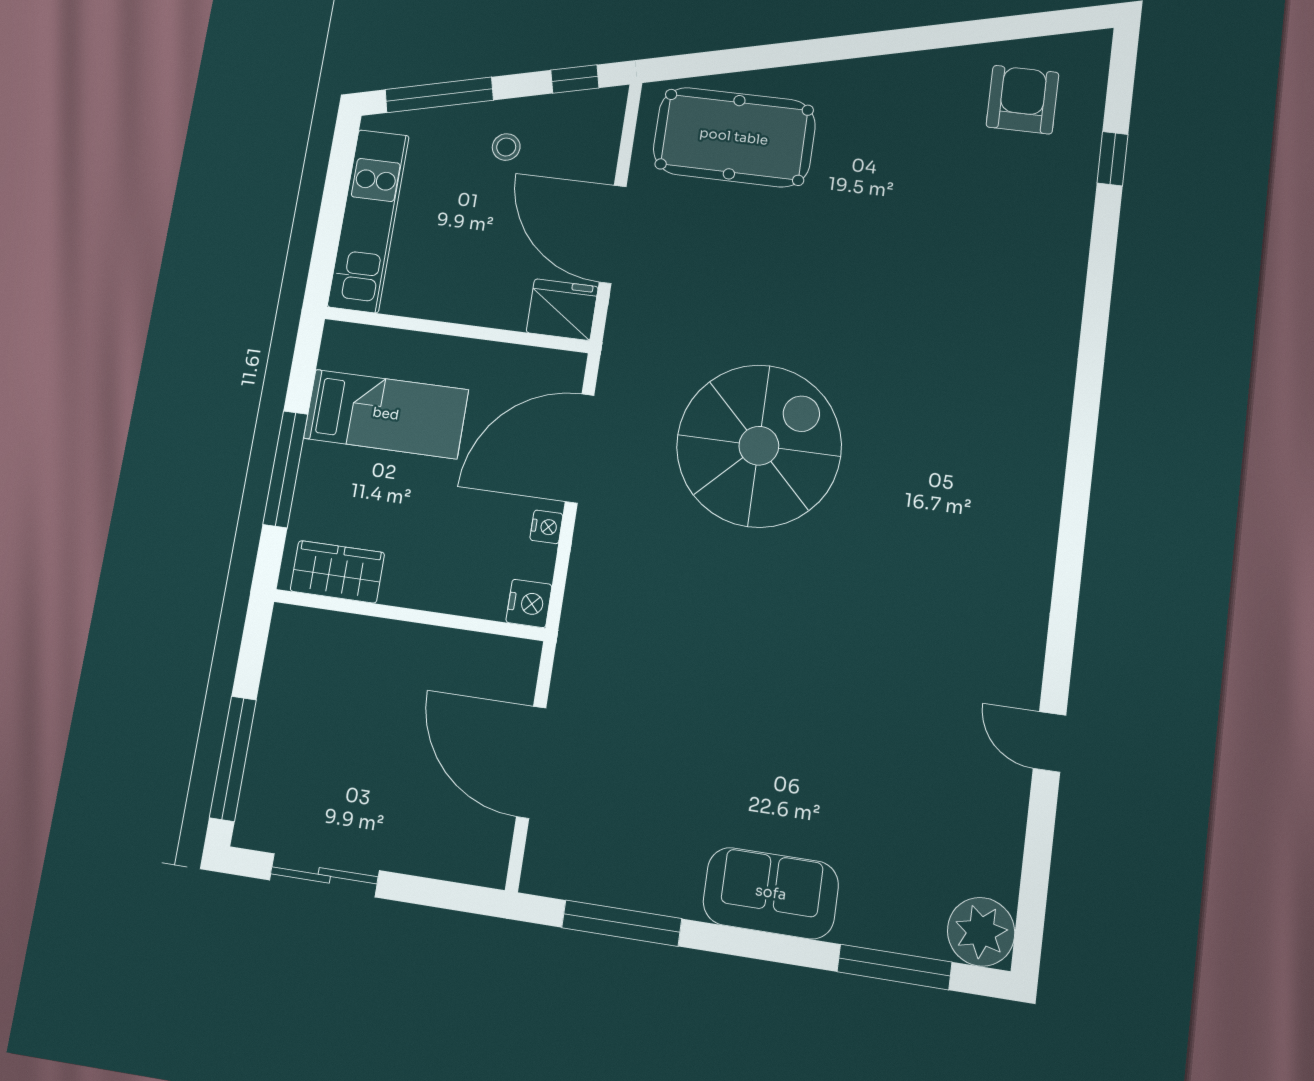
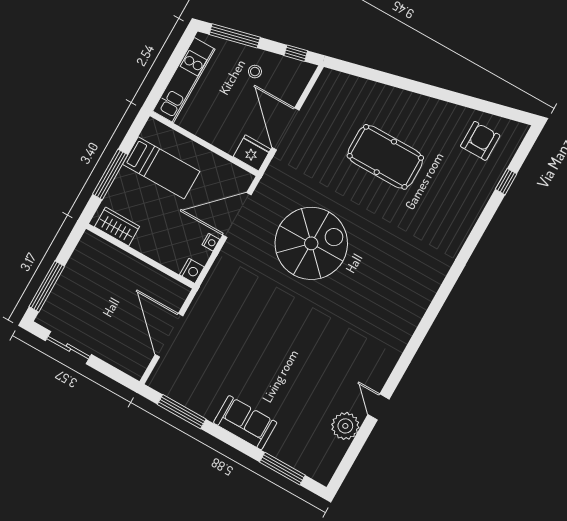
pool table: (734, 137) -> (385, 157), moved
plant: (981, 932) -> (345, 426), moved

